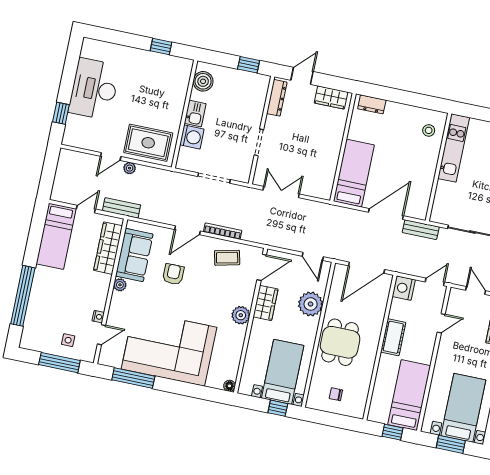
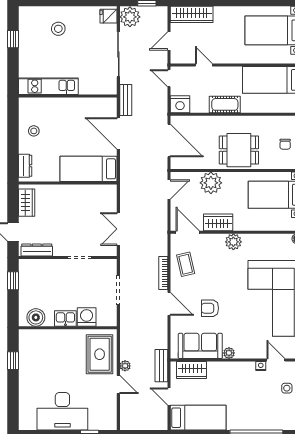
stool: (429, 130) -> (34, 131), moved
wardrobe: (108, 248) -> (192, 370), width x0.67

